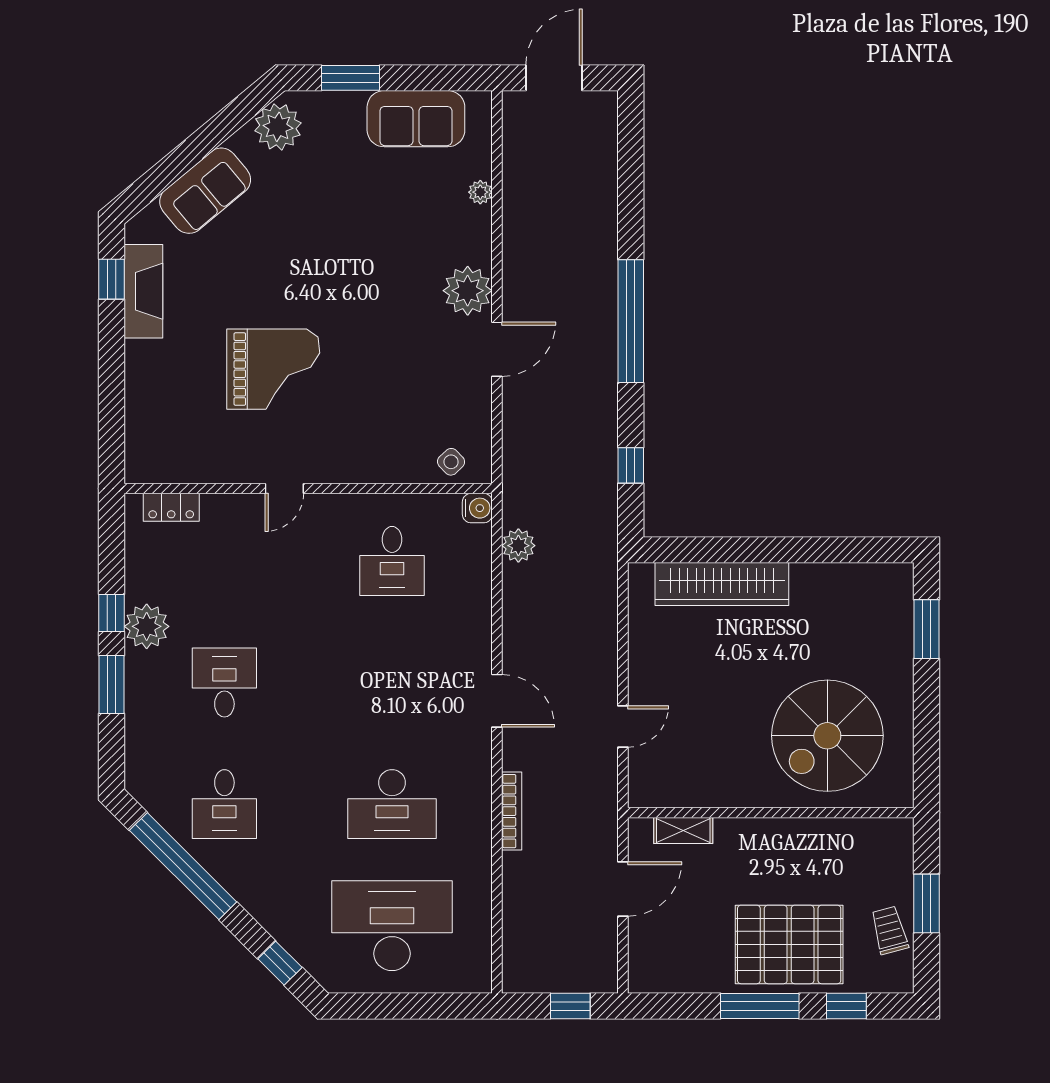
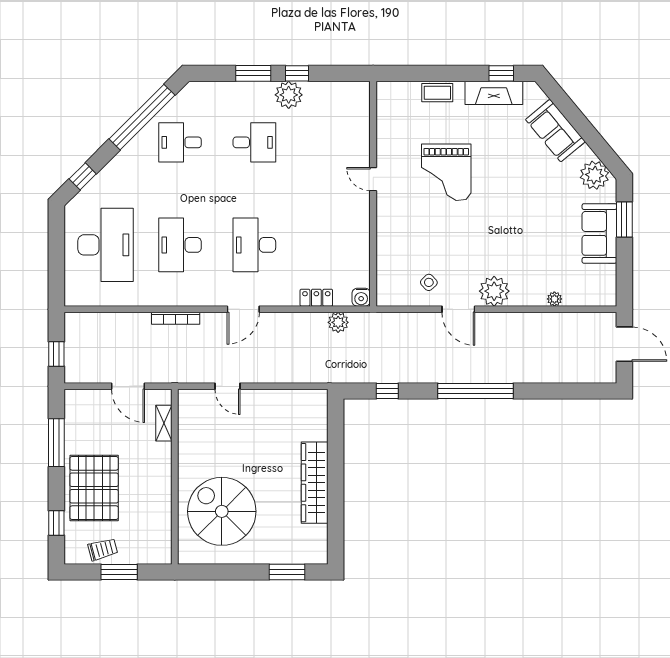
sofa: (416, 119) -> (599, 233), moved
coffee table: (143, 384) -> (437, 93), added
side table: (451, 462) -> (429, 282), moved
locker: (171, 507) -> (316, 298), moved, turned 90
desk: (392, 561) -> (254, 245), moved, width x1.37
wardrobe: (722, 584) -> (315, 483), moved
window: (760, 1006) -> (56, 443), moved

